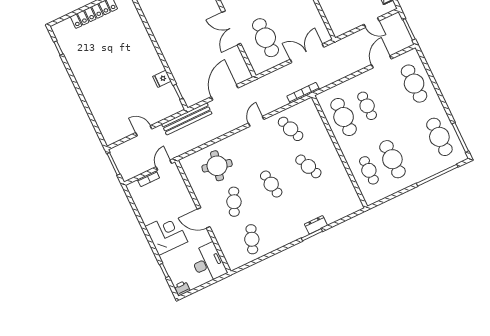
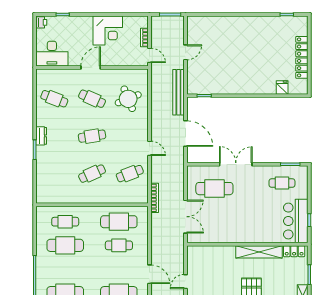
fridge: (162, 79) -> (282, 87), moved
round table: (217, 166) -> (128, 99), turned -35
dresser: (316, 225) -> (41, 136), moved
corner desk: (166, 234) -> (108, 31), moved

